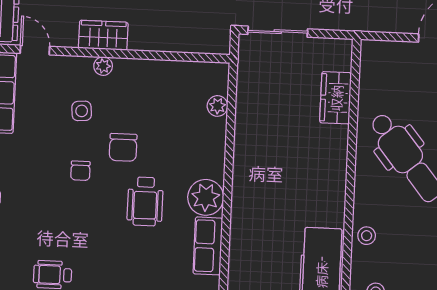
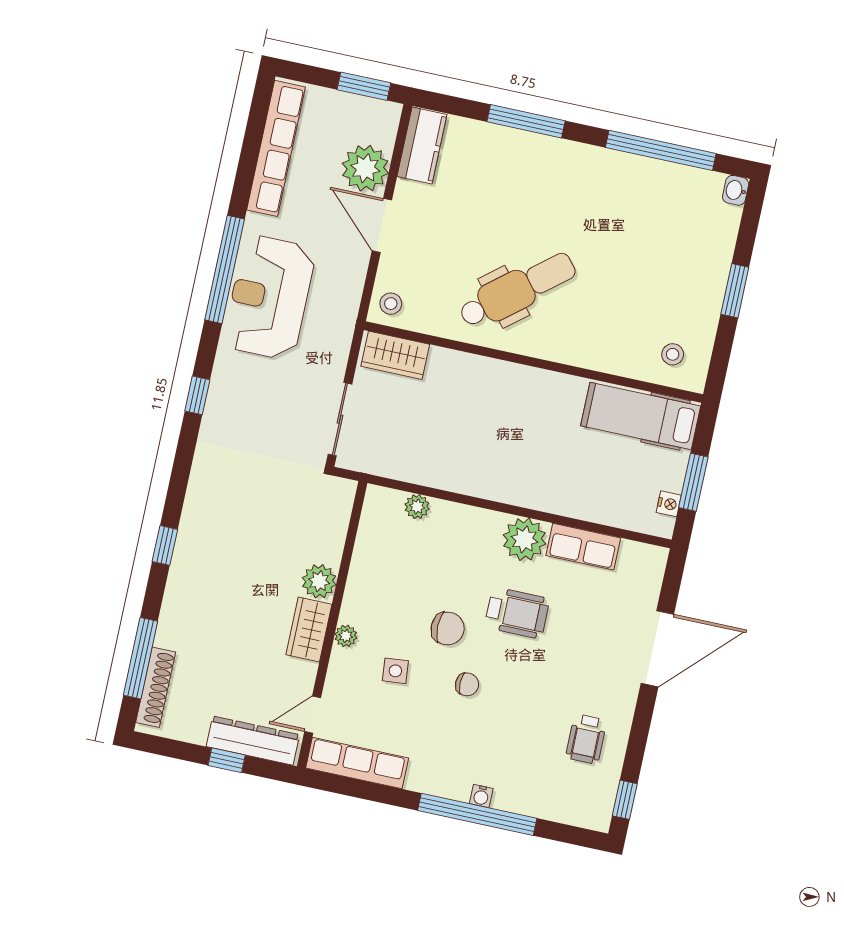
plant: (144, 37) -> (319, 581), added
wardrobe: (336, 98) -> (395, 355), moved
stool: (367, 236) -> (391, 304), moved

